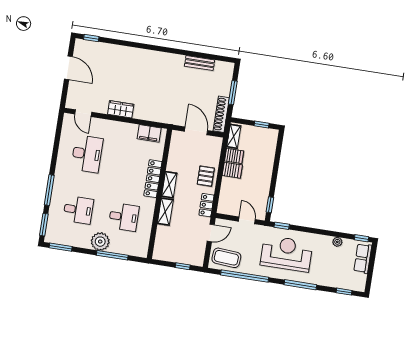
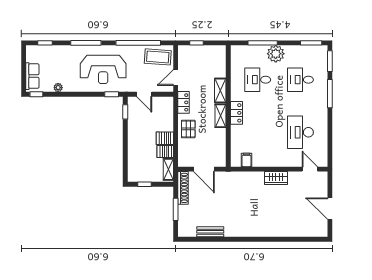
window: (91, 38) -> (313, 239), removed
filing cabinet: (149, 133) -> (246, 160), width x0.50
locker: (153, 179) -> (236, 113), width x0.66

